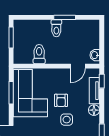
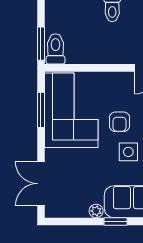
window: (11, 37) -> (41, 44), moved
toilet: (39, 54) -> (56, 49), moved

